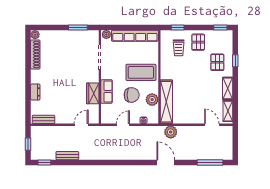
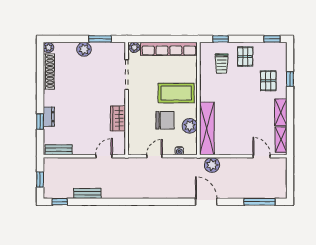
plant: (65, 36) -> (84, 49), added
row of seats: (107, 91) -> (135, 116), removed
window: (28, 96) -> (40, 122), added

